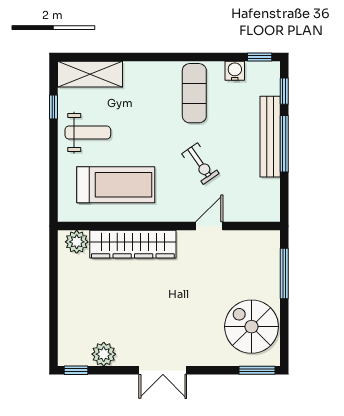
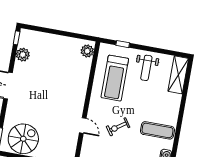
window: (53, 107) -> (123, 44), moved
wardrobe: (133, 244) -> (80, 82), removed

